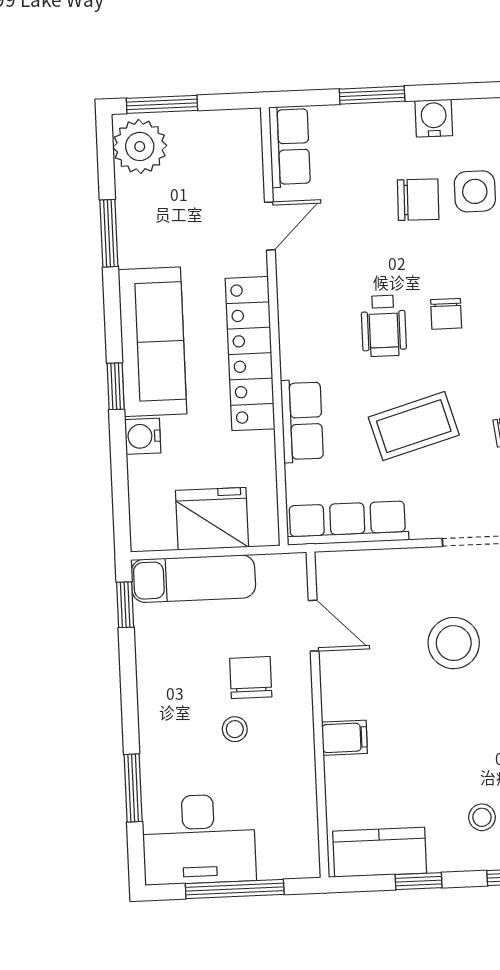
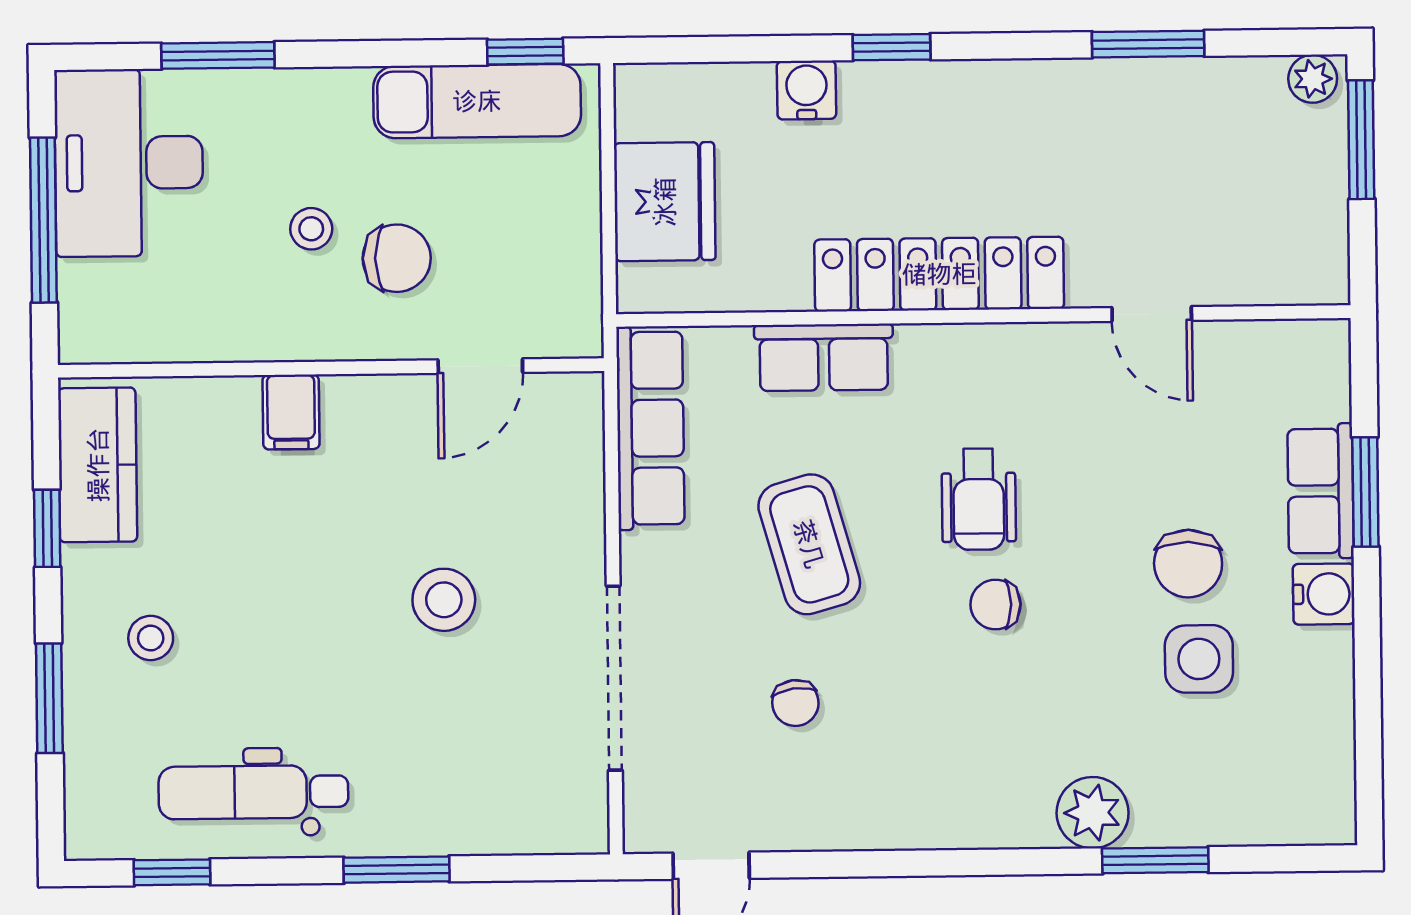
plant: (140, 146) -> (1313, 79), width x0.53, depth x0.53
row of seats: (290, 147) -> (1321, 491), moved, turned 90
wheelchair: (384, 326) -> (979, 499), turned -90
sofa: (152, 342) -> (964, 111), removed
exam couch: (193, 579) -> (477, 101), moved, turned -90
stool: (454, 643) -> (444, 600), width x0.73, depth x0.73

